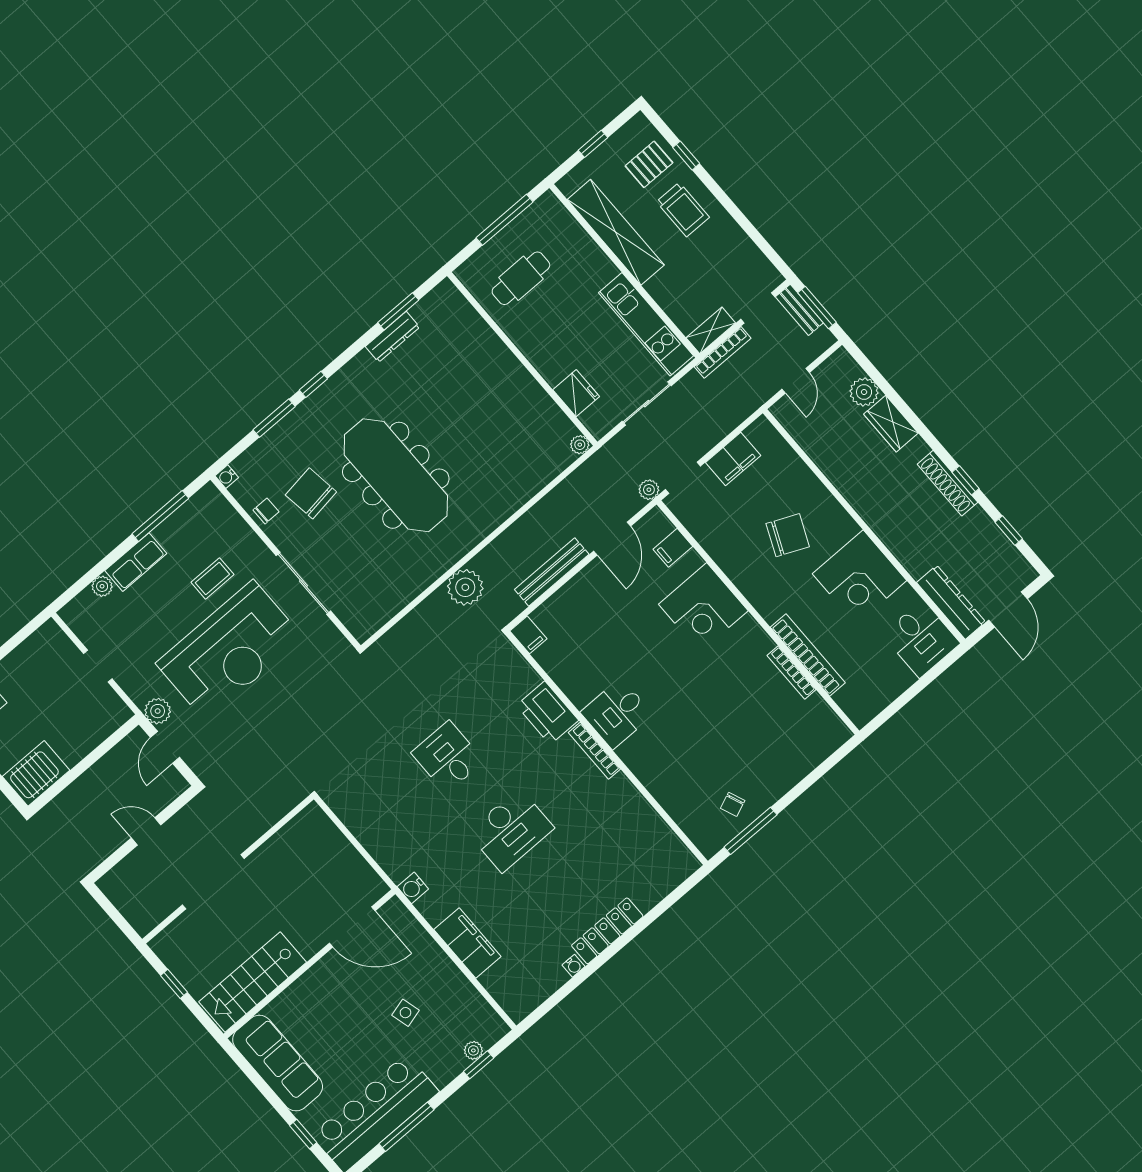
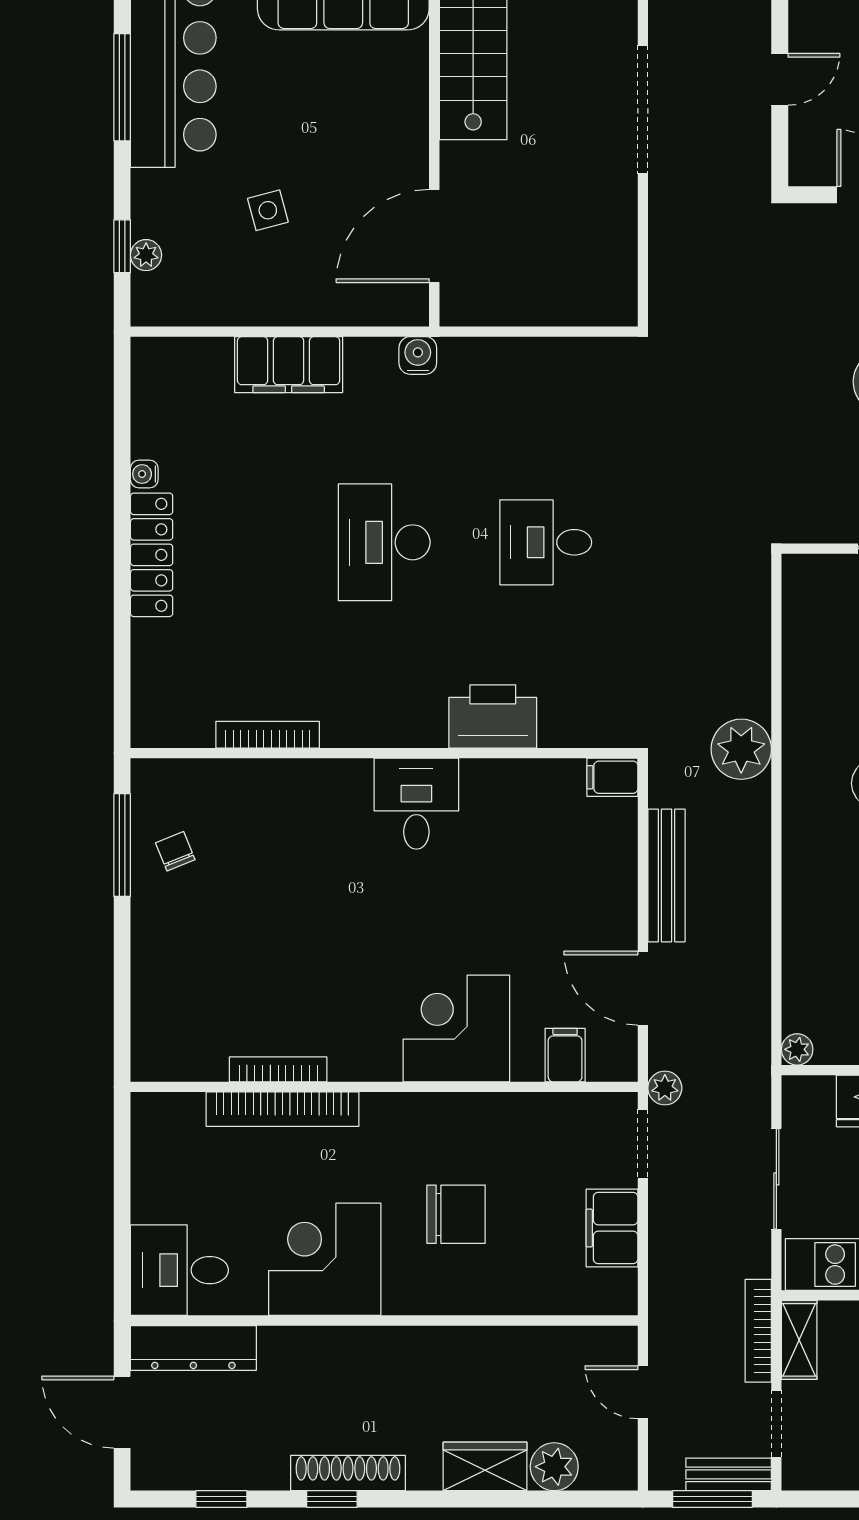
chair: (788, 535) -> (456, 1214), turned -114
bookcase: (594, 751) -> (268, 735), moved
desk: (448, 757) -> (546, 542), turned 180

